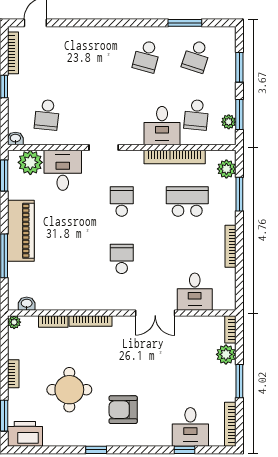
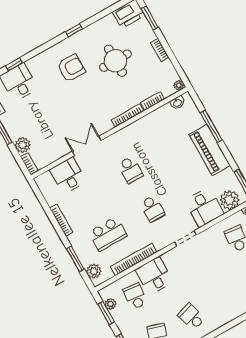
school desk: (147, 56) -> (191, 317), turned -33

